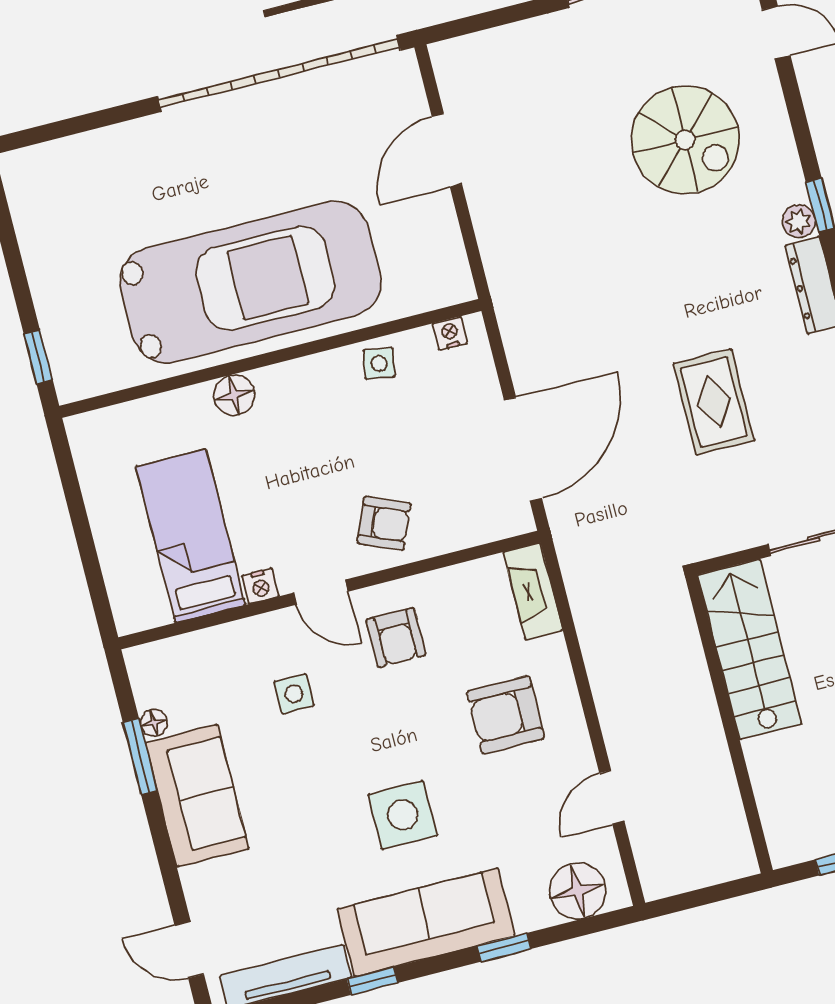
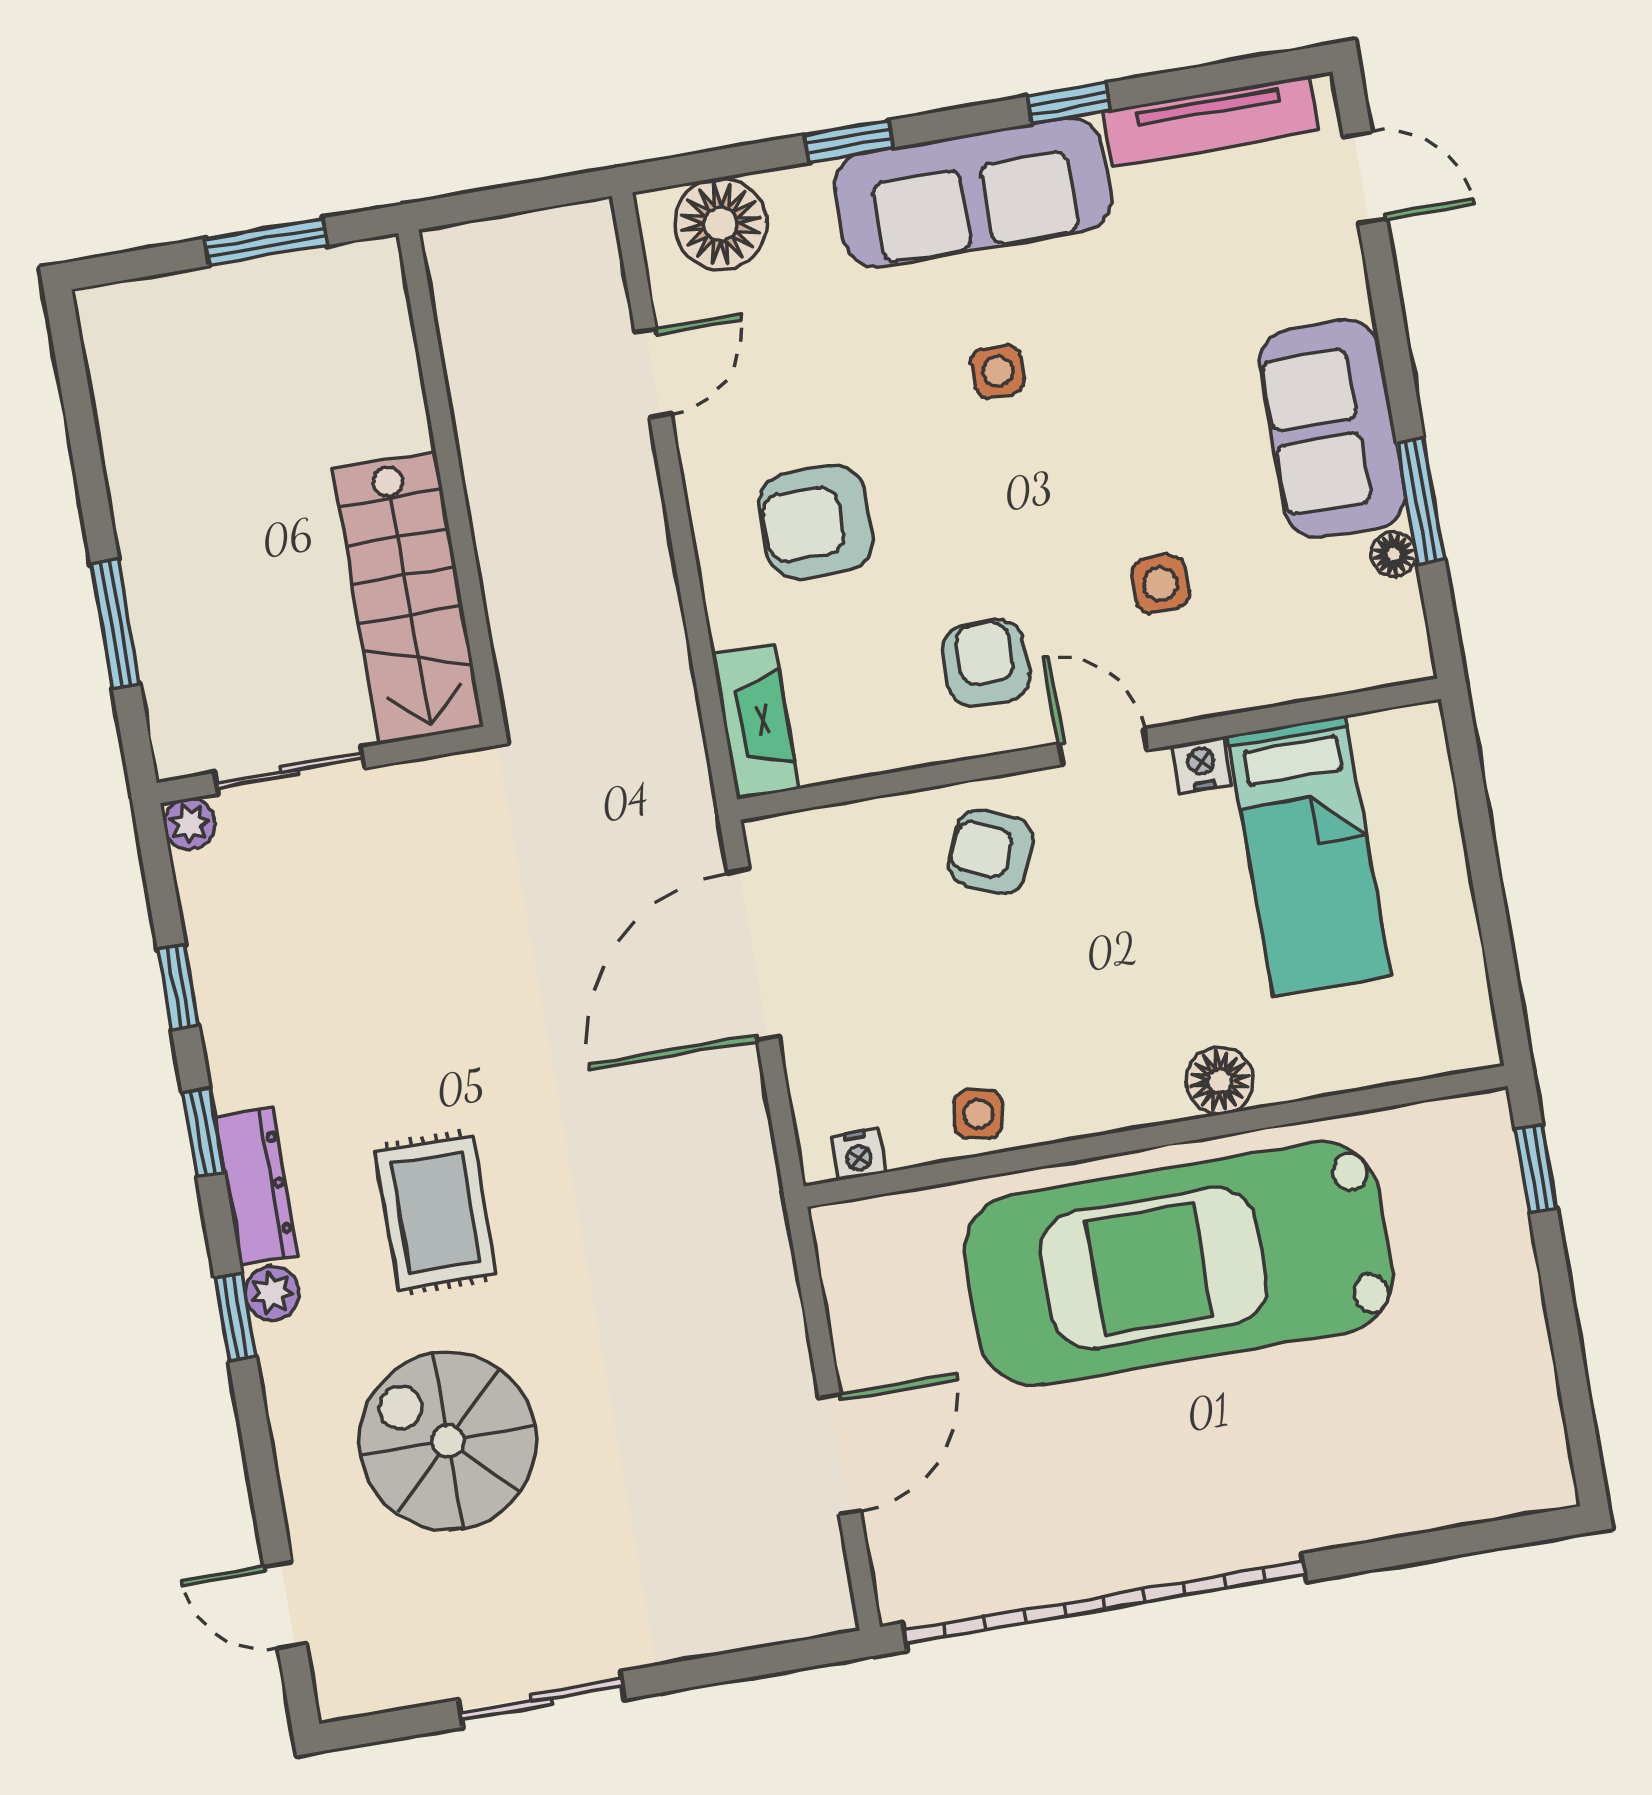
rug: (714, 402) -> (436, 1212), moved
armchair: (506, 715) -> (816, 522), turned 180
side table: (403, 815) -> (998, 371), width x0.54, depth x0.54

